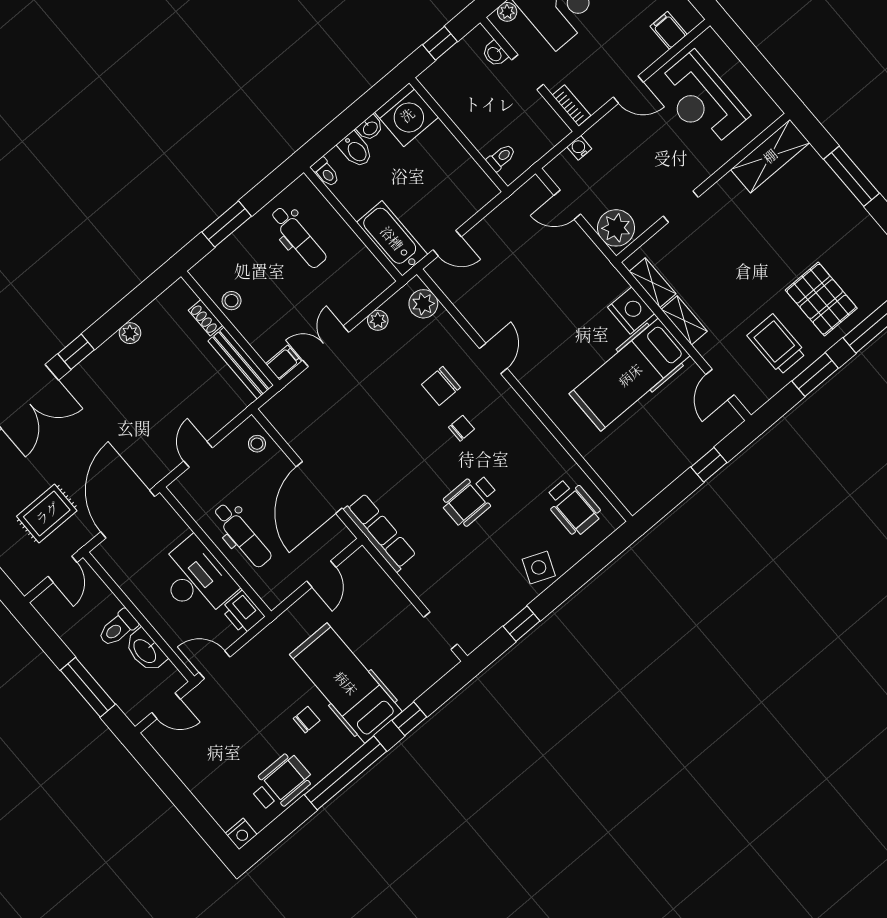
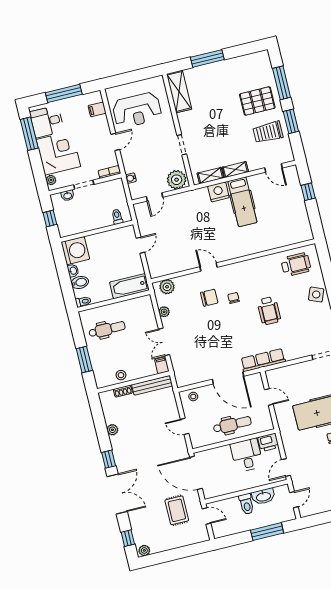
door: (447, 243) -> (140, 245), moved
hospital bed: (630, 375) -> (242, 202), width x0.73, depth x0.78
chair: (441, 386) -> (209, 298), turned -90
desk: (196, 579) -> (247, 455), width x0.73

